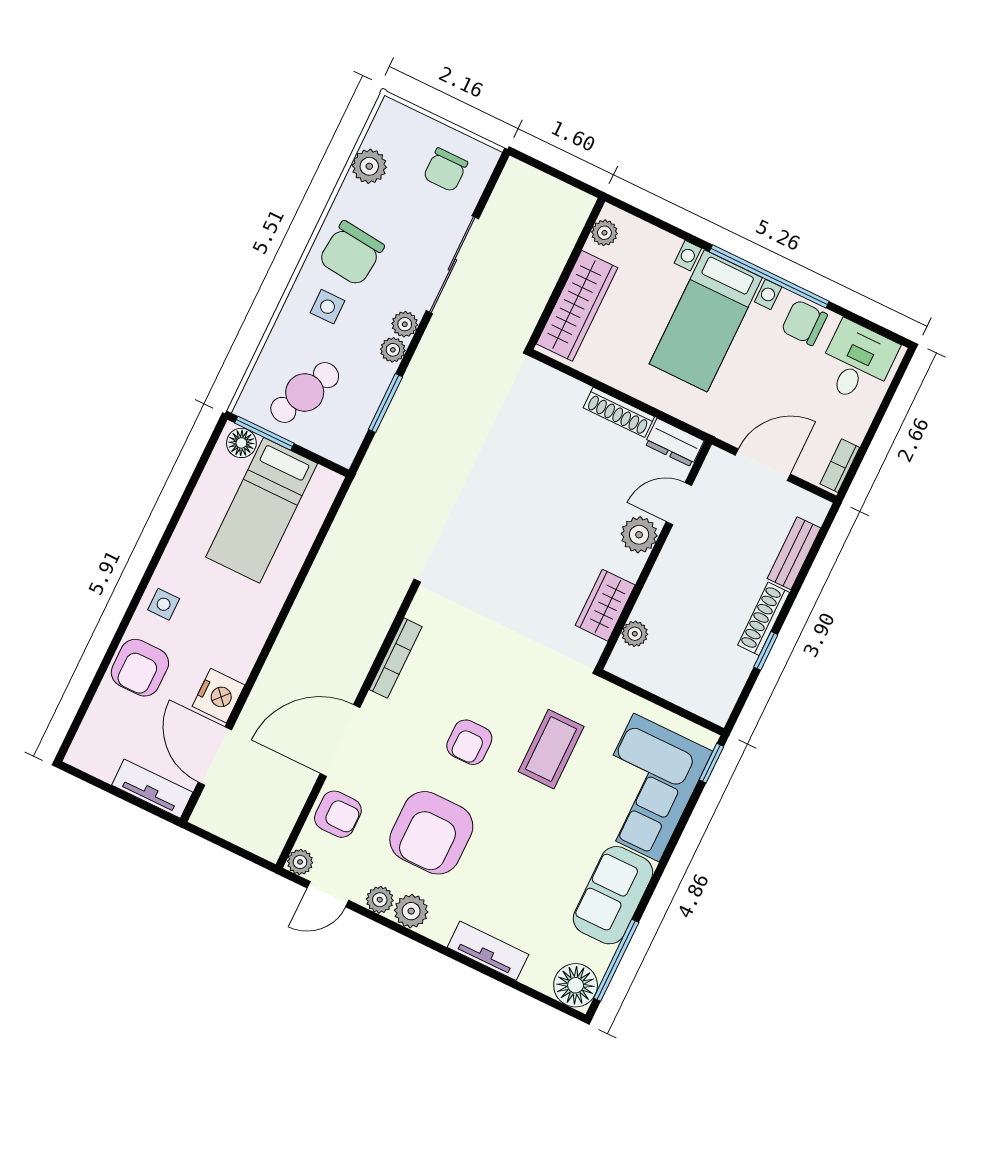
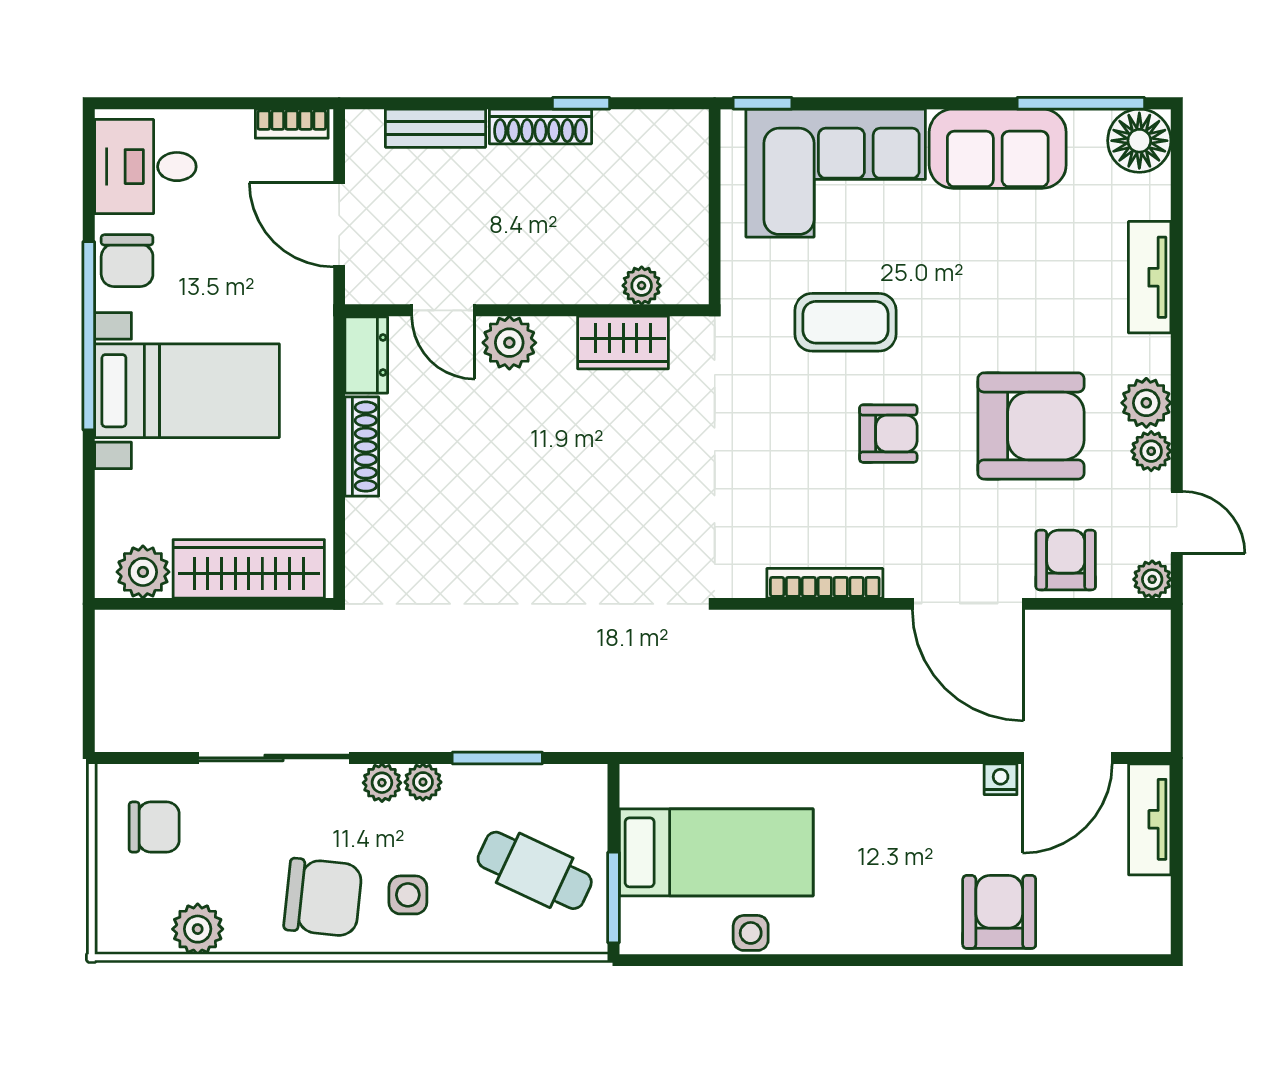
plant: (604, 233) -> (143, 572), width x1.38, depth x1.38
floor lamp: (241, 443) -> (641, 921), removed
side table: (164, 604) -> (751, 933), moved
armchair: (140, 668) -> (999, 912), turned -90
nightstand: (218, 696) -> (1001, 779), width x0.53, depth x0.56

